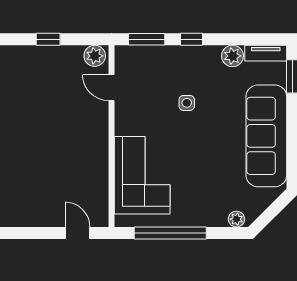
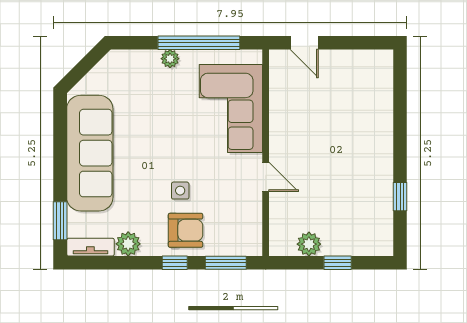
plant: (95, 56) -> (309, 244), moved
armchair: (182, 68) -> (185, 230), added
door: (111, 88) -> (266, 177), moved
plant: (236, 219) -> (170, 59), moved

